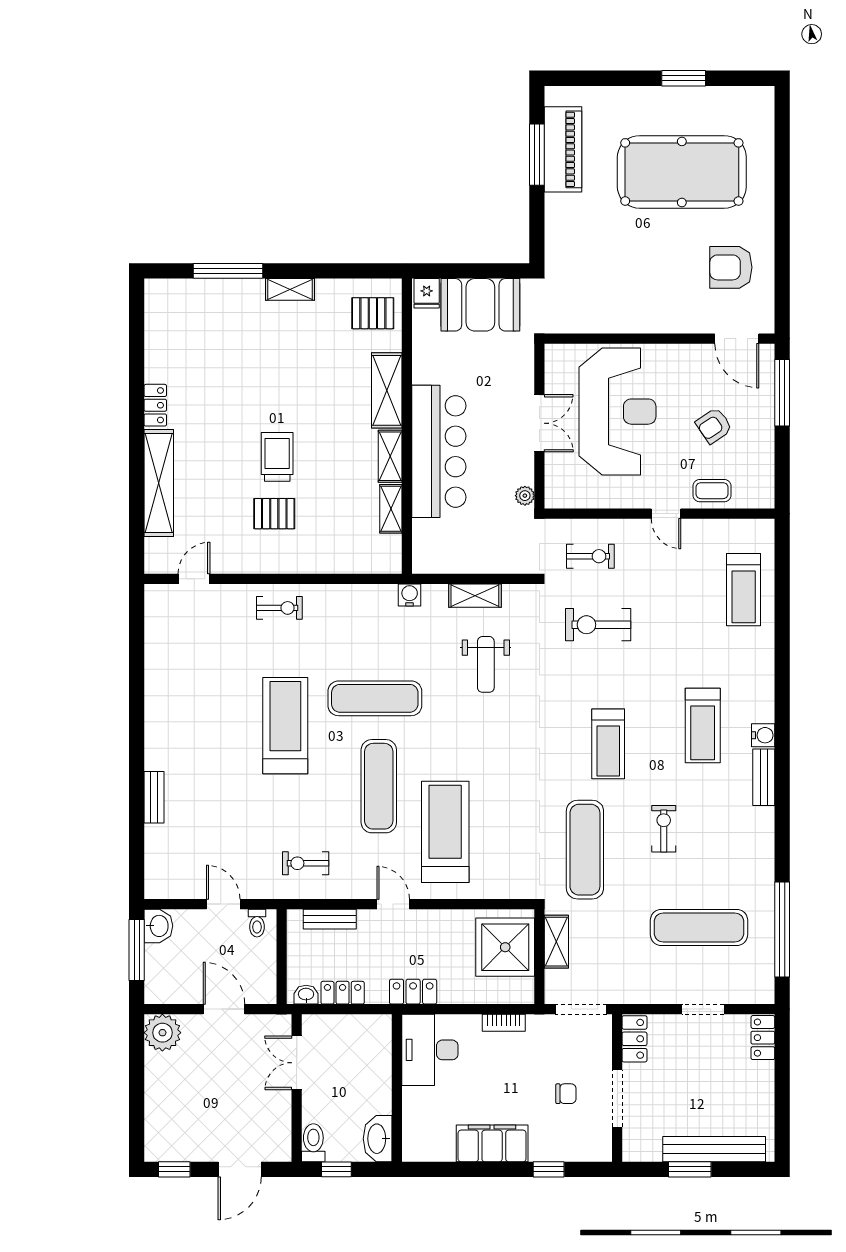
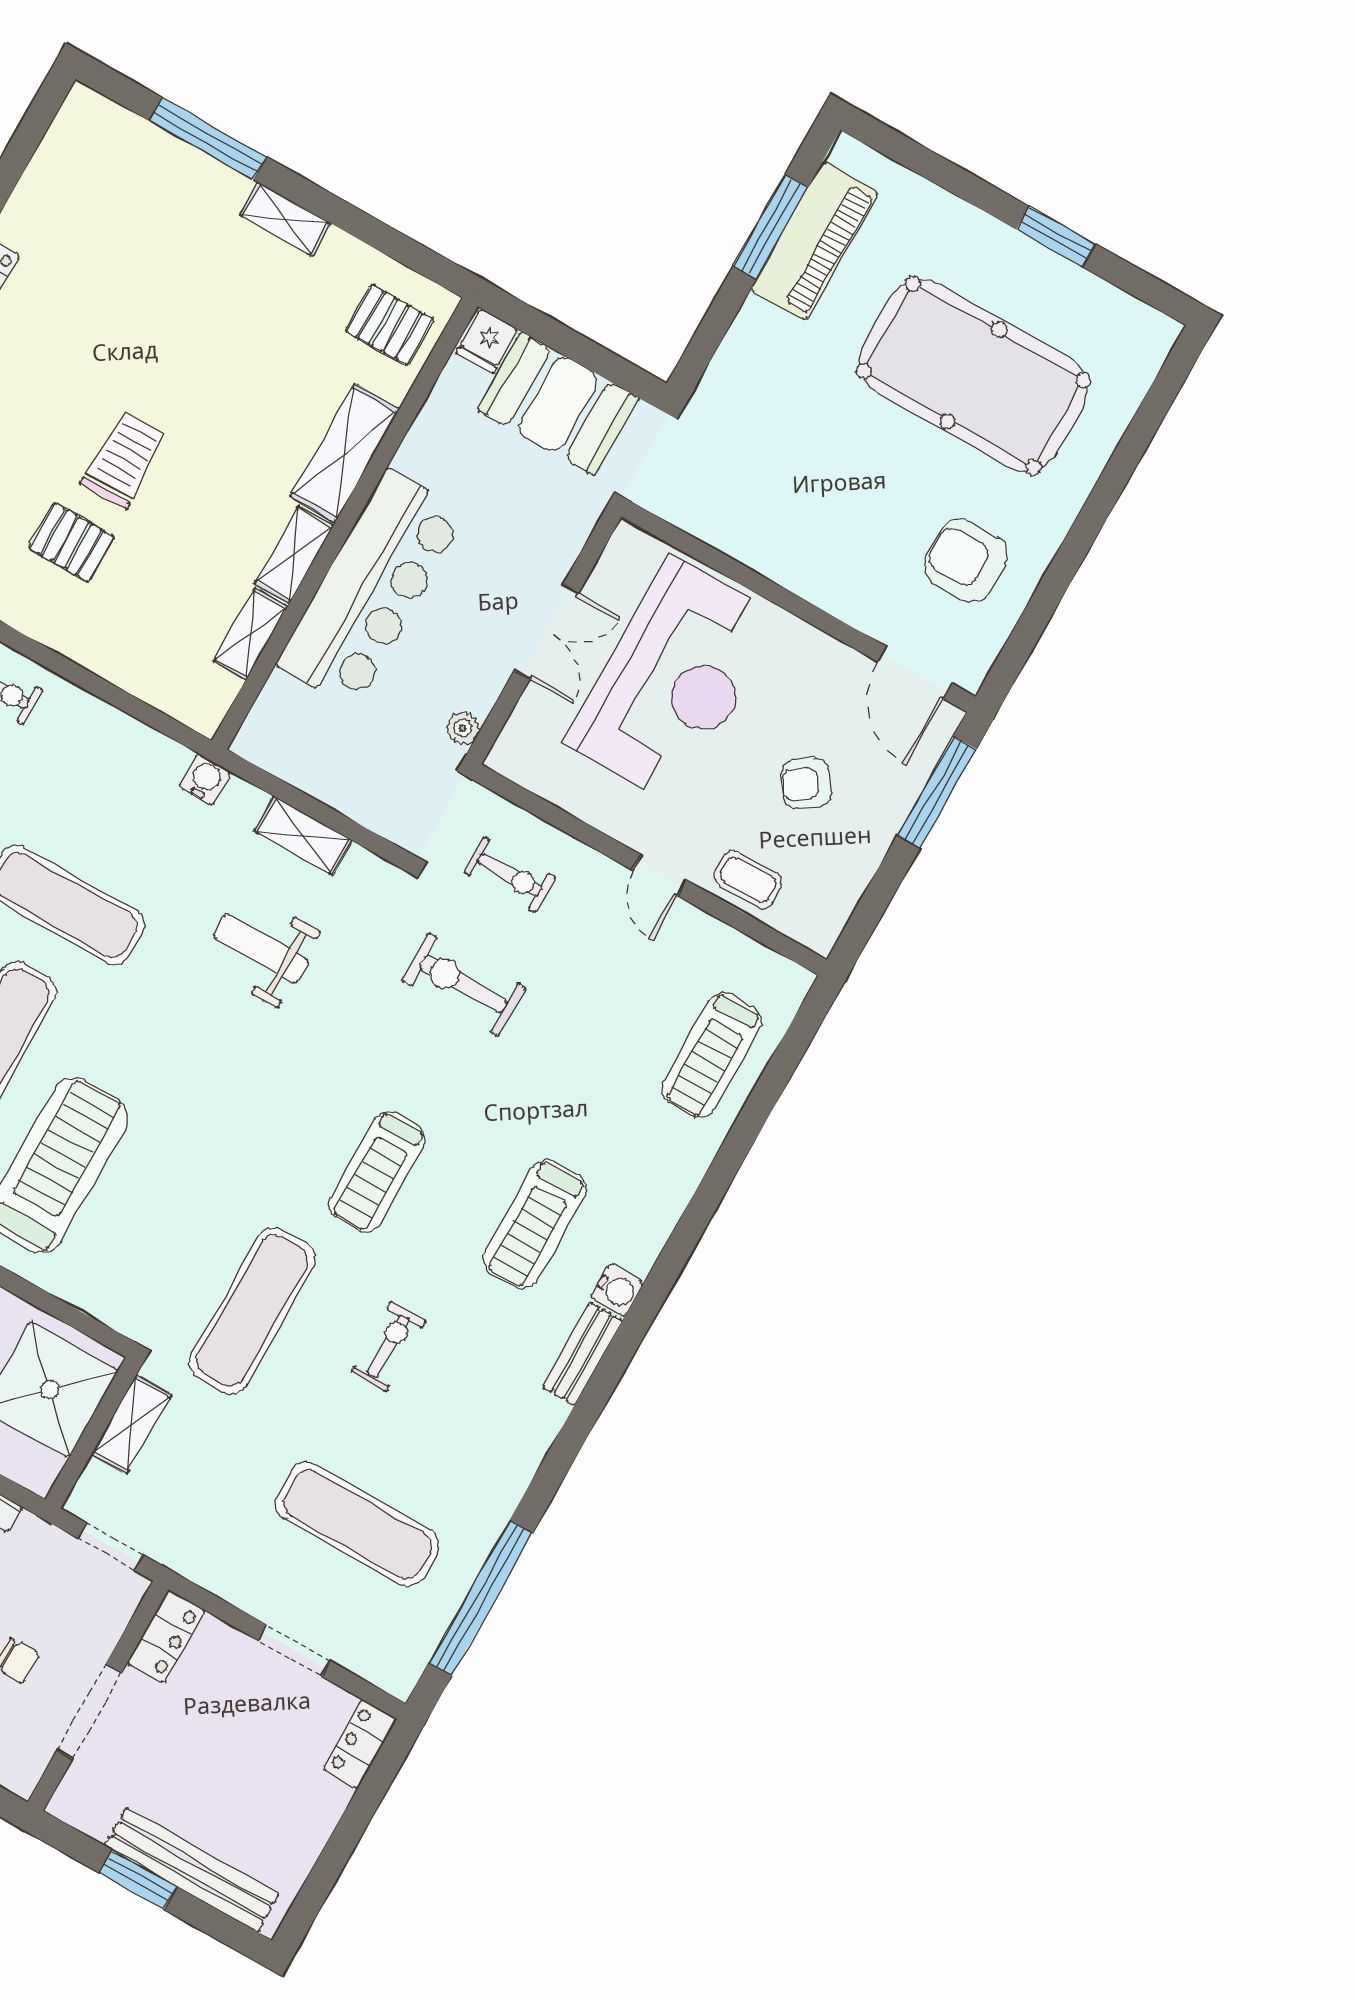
weight bench: (486, 664) -> (261, 948), turned 90
doorway: (581, 1009) -> (111, 1547), width x0.73

